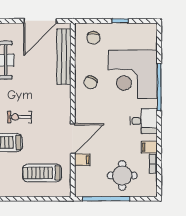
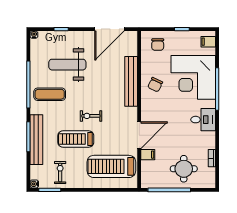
bench: (64, 57) -> (131, 81), moved
filing cabinet: (149, 147) -> (208, 42), moved
treadmill: (42, 173) -> (111, 166), width x1.37, depth x1.38

